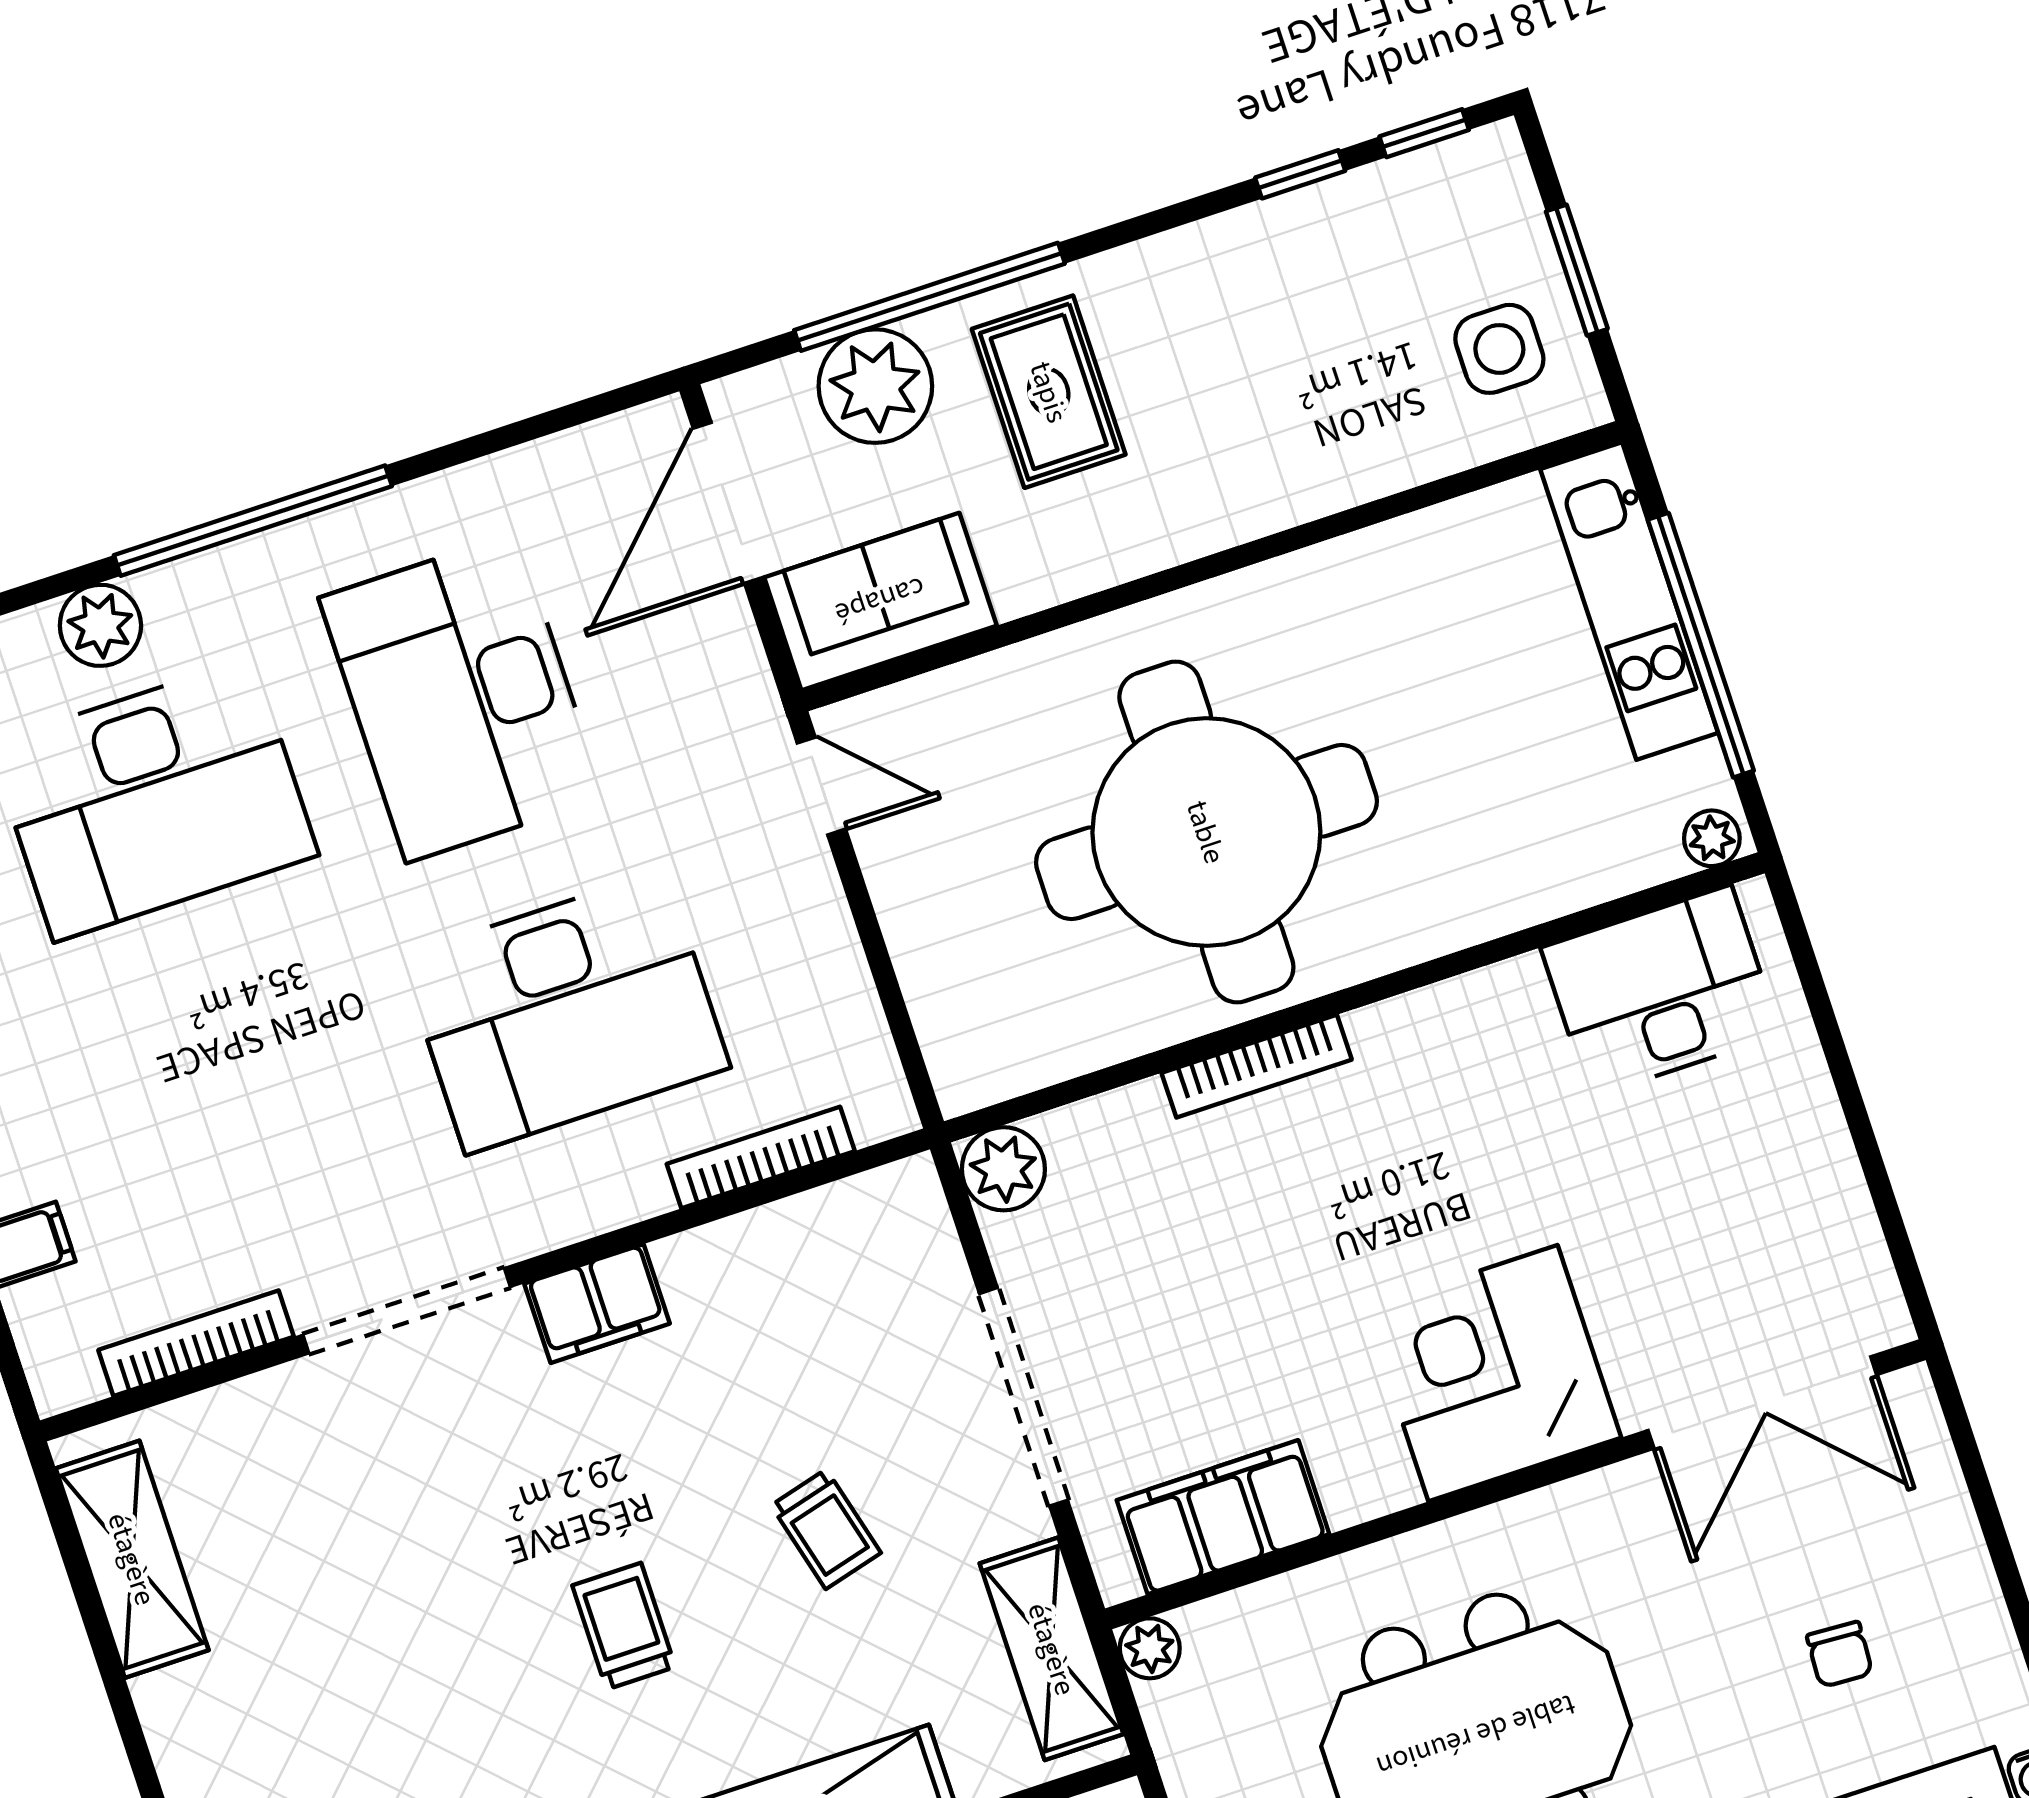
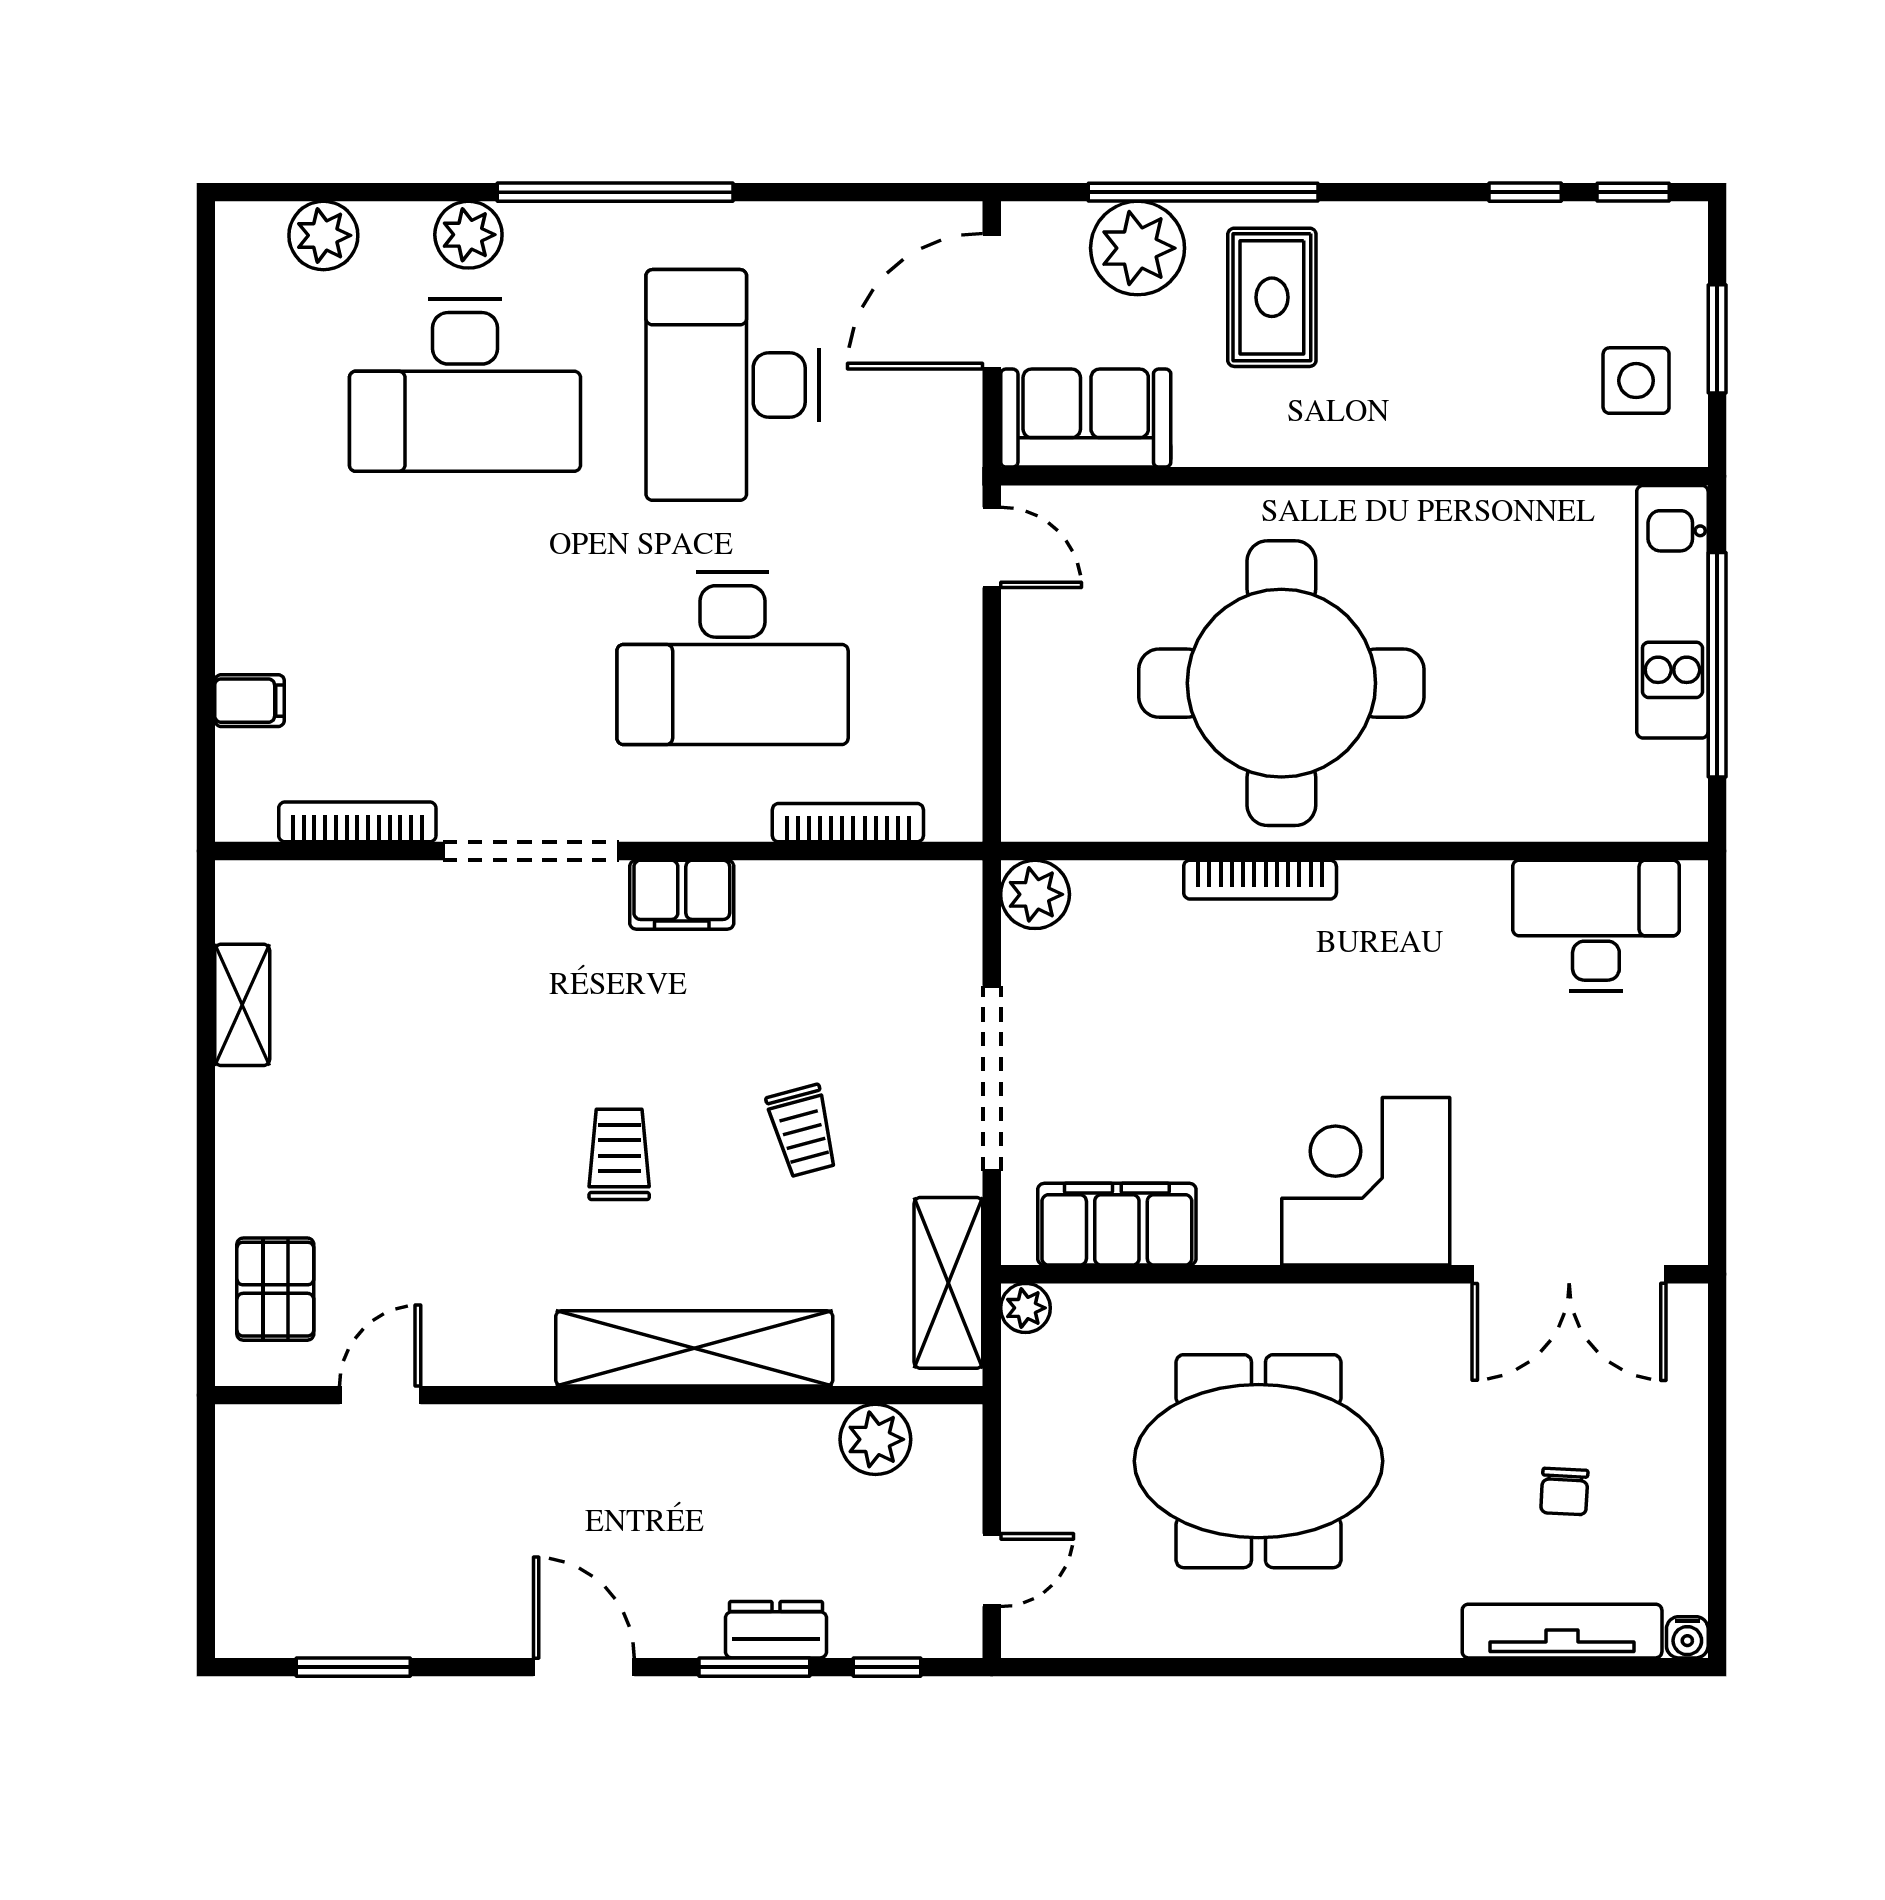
plant: (1712, 838) -> (1676, 819), removed
shelving: (132, 1559) -> (242, 1005), width x0.67, depth x0.75

